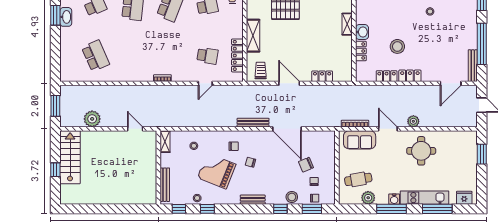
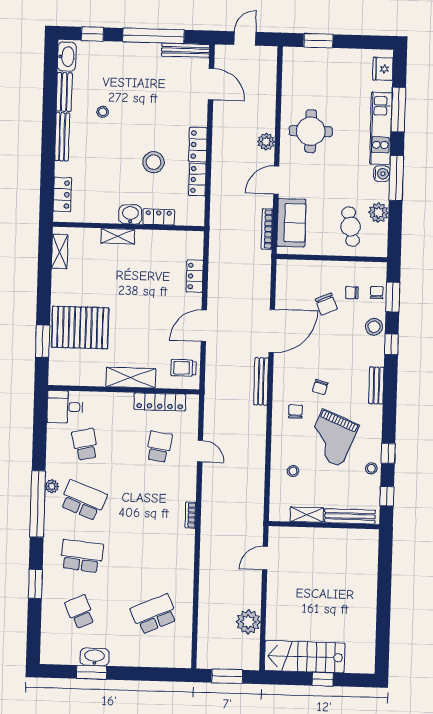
shelving: (165, 142) -> (307, 515), moved

